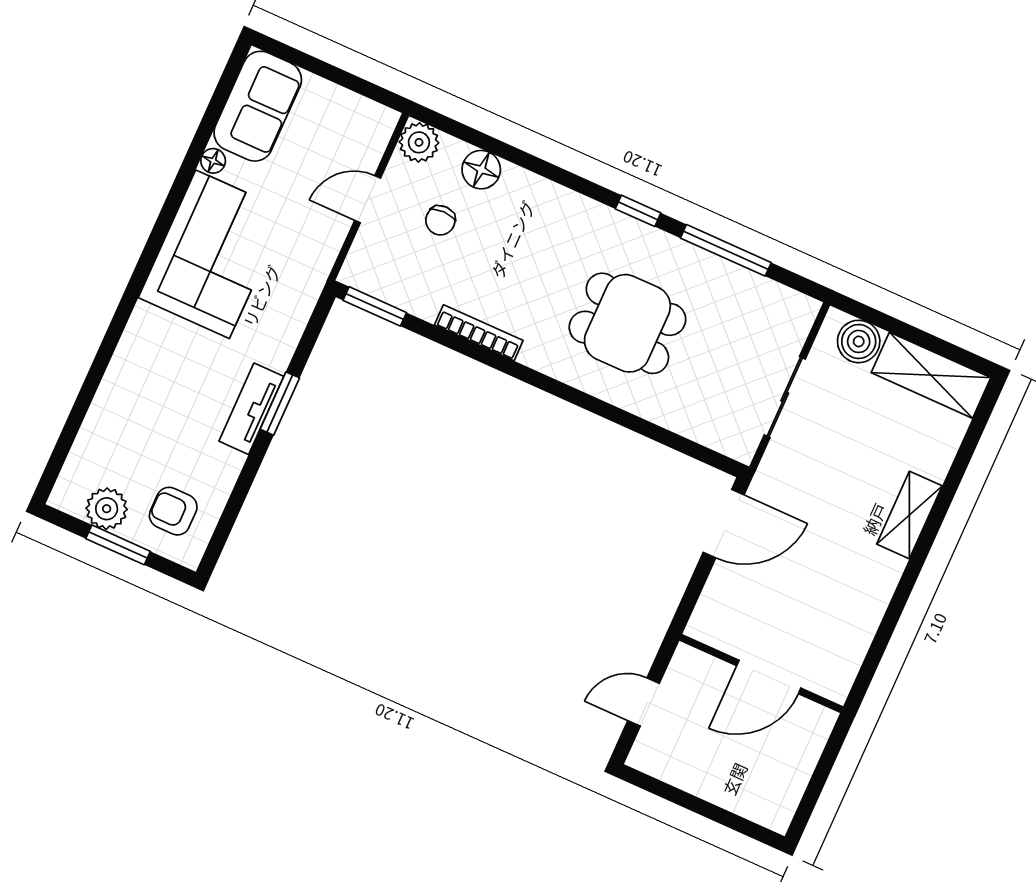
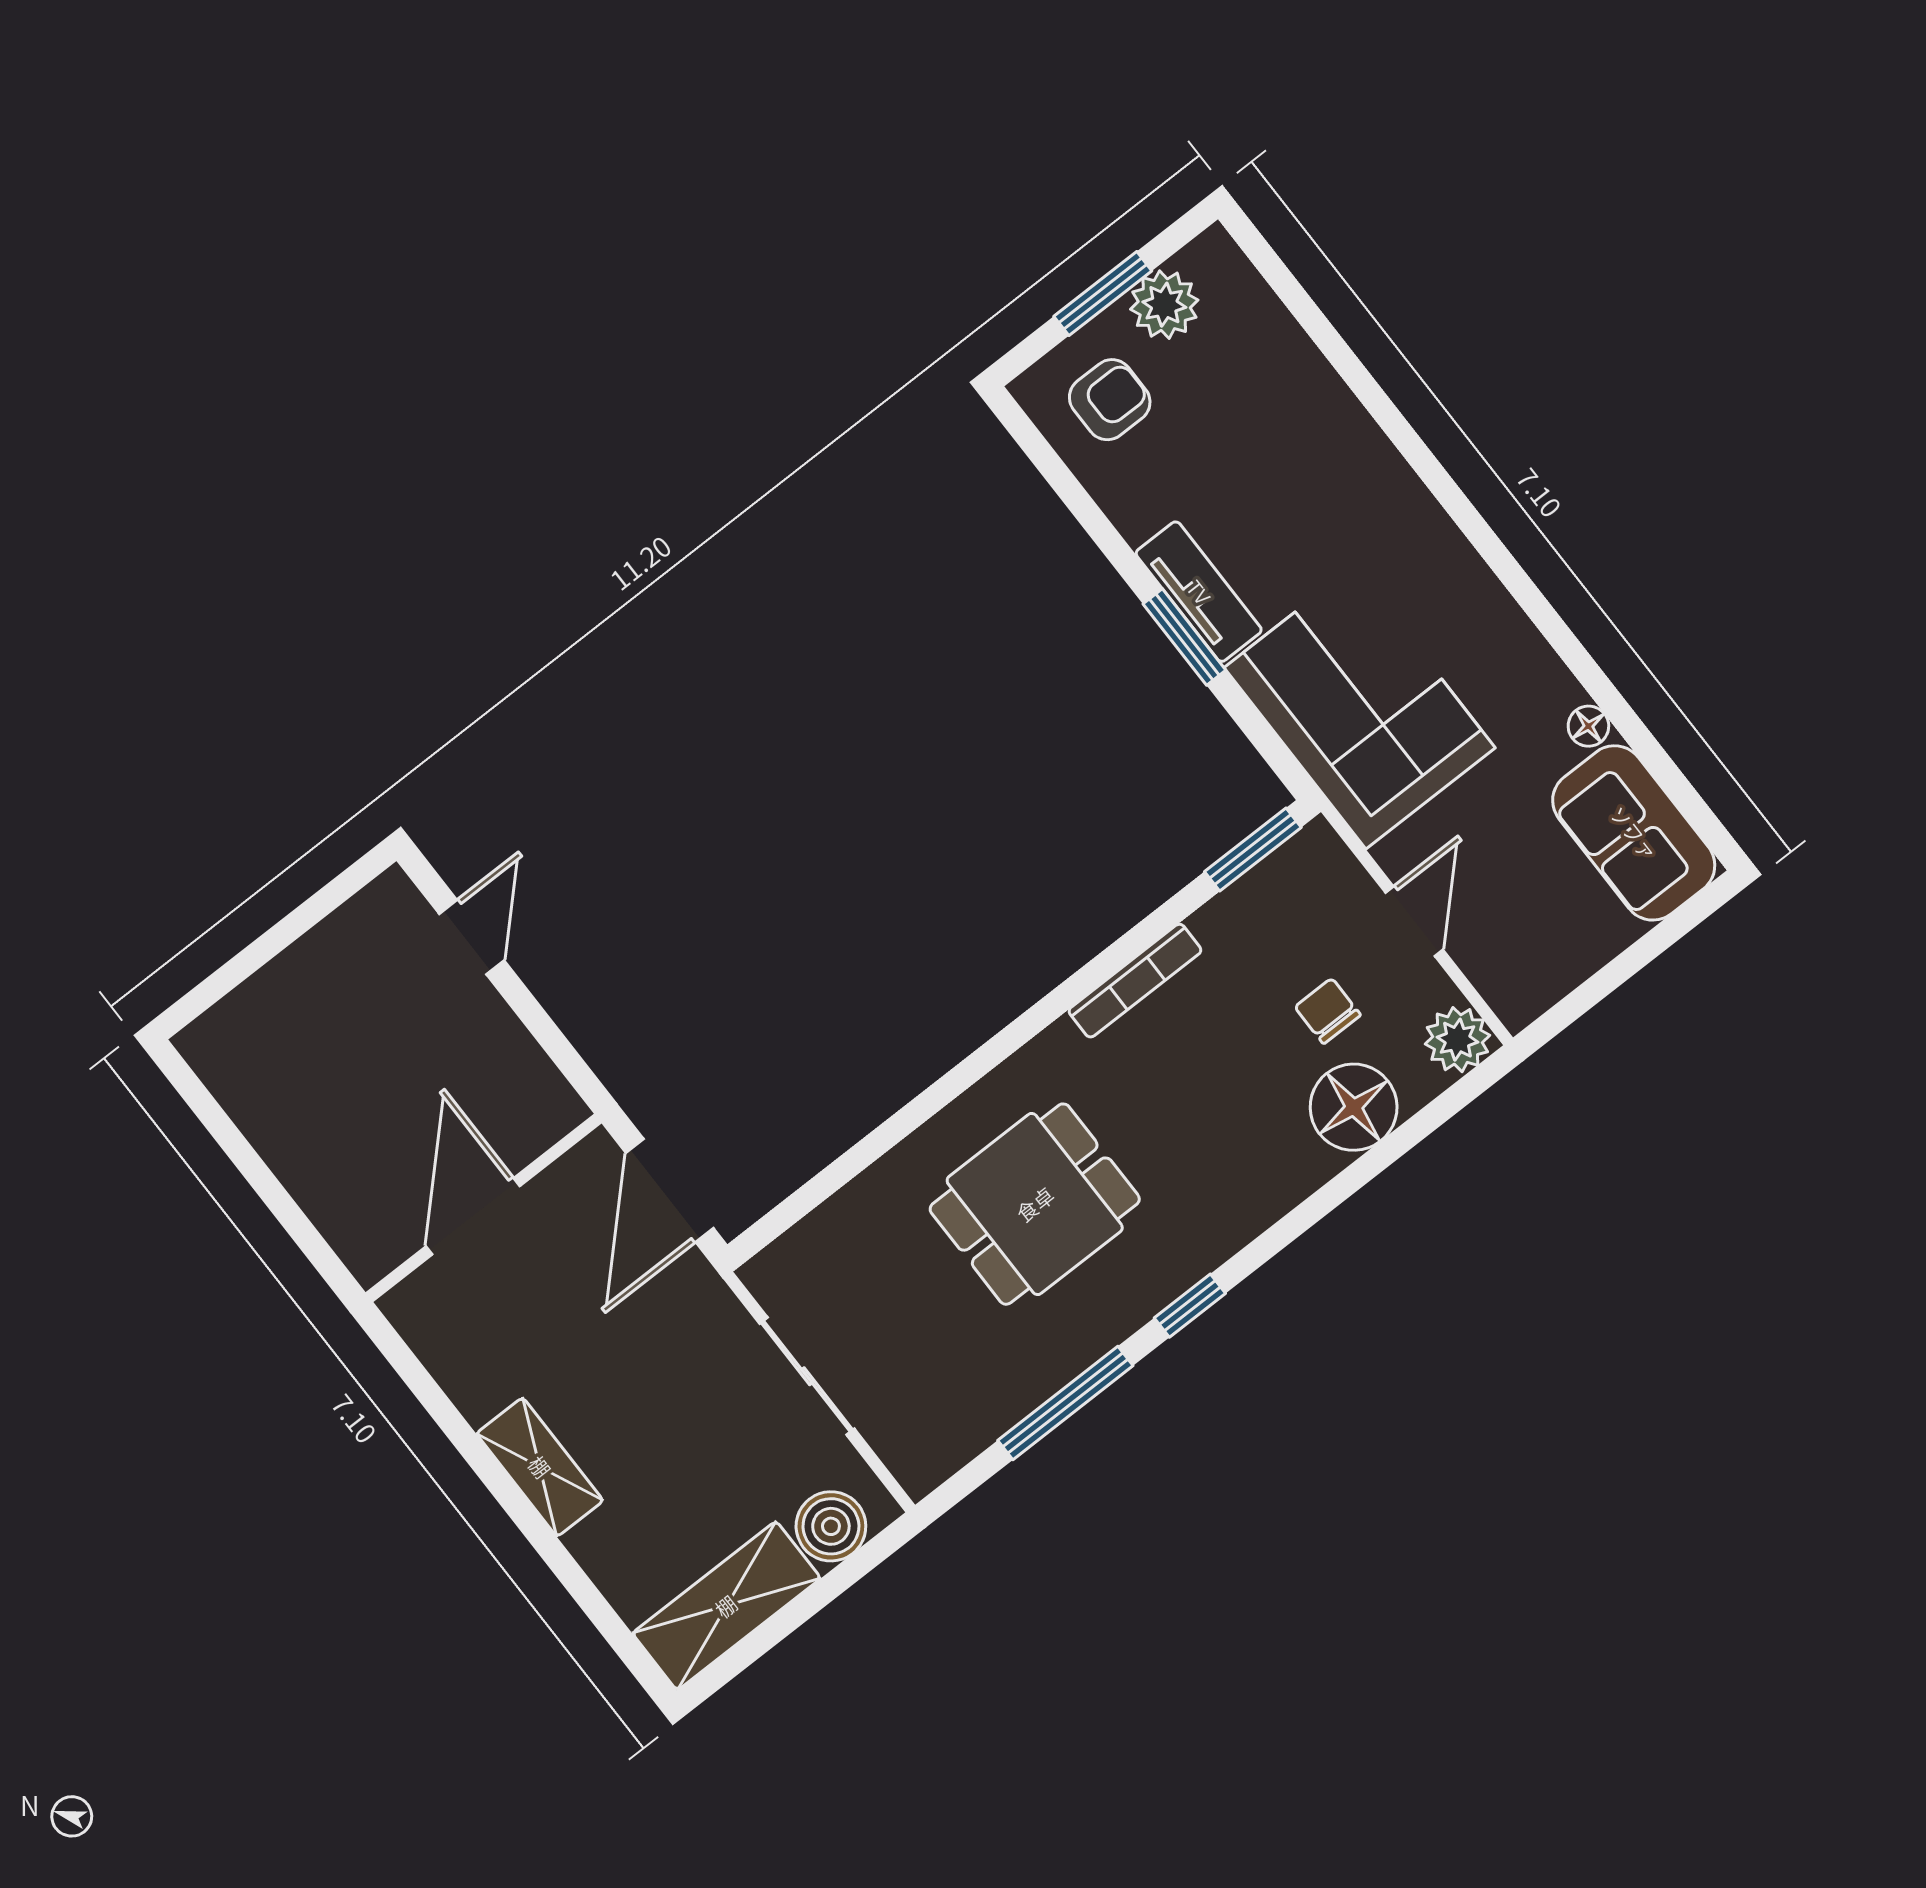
floor lamp: (481, 170) -> (1354, 1107), width x1.38, depth x1.38
corner sofa: (213, 254) -> (1360, 708), moved, turned 180
wall: (761, 674) -> (484, 1208), moved
door: (769, 677) -> (473, 1216), moved

